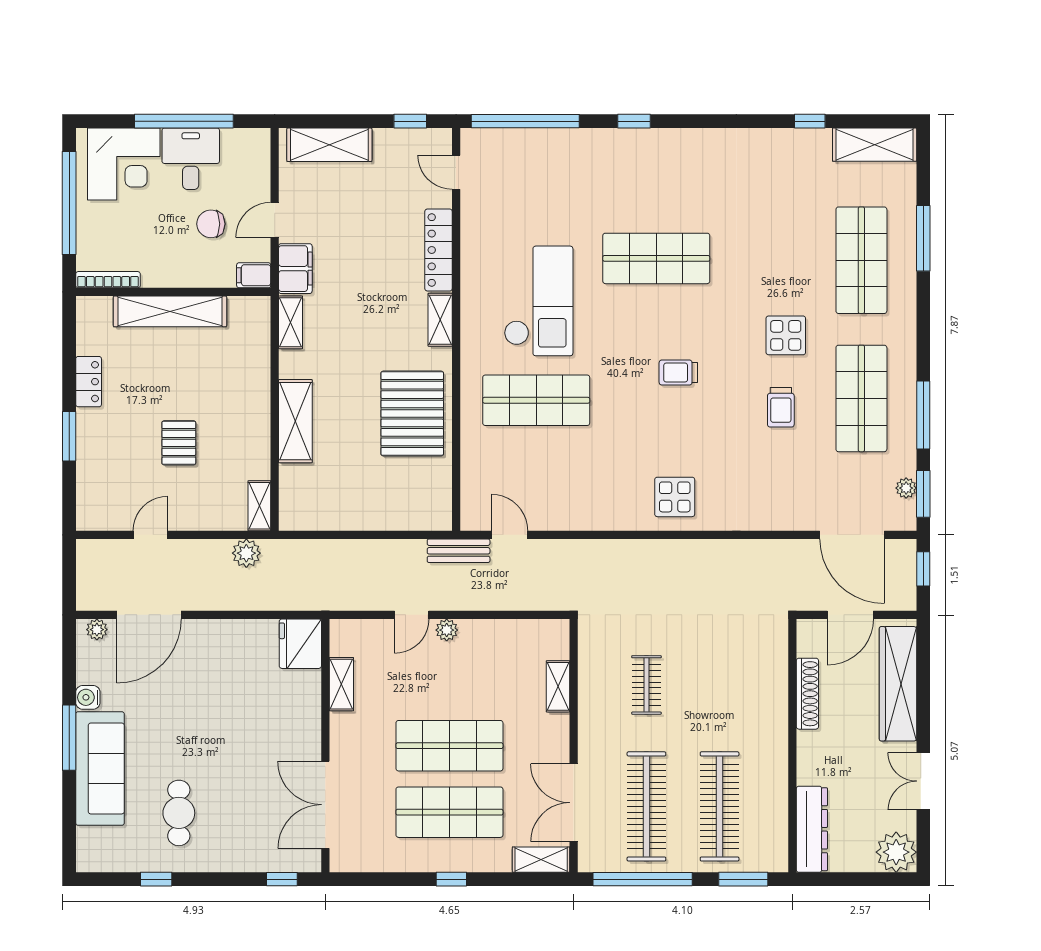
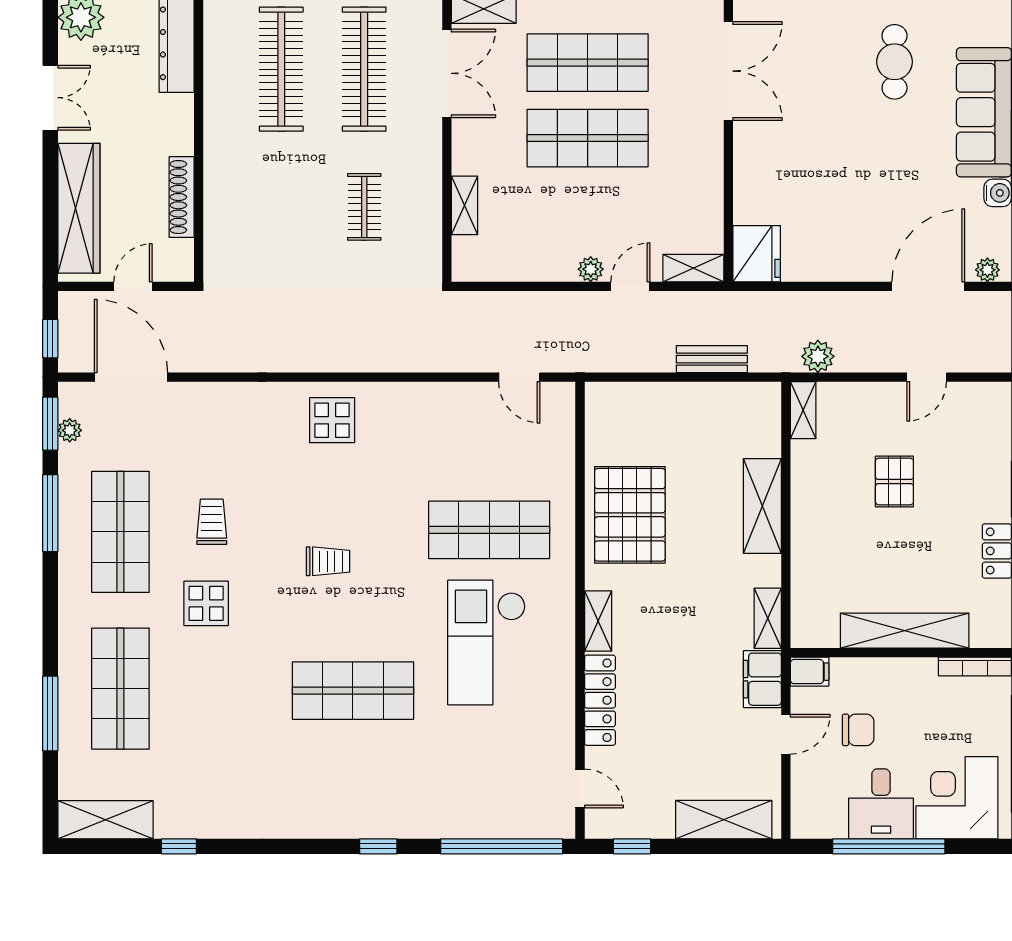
bench: (459, 551) -> (712, 359), moved
door: (850, 615) -> (133, 286), width x0.73
shelving: (341, 684) -> (693, 268), moved, turned 90

